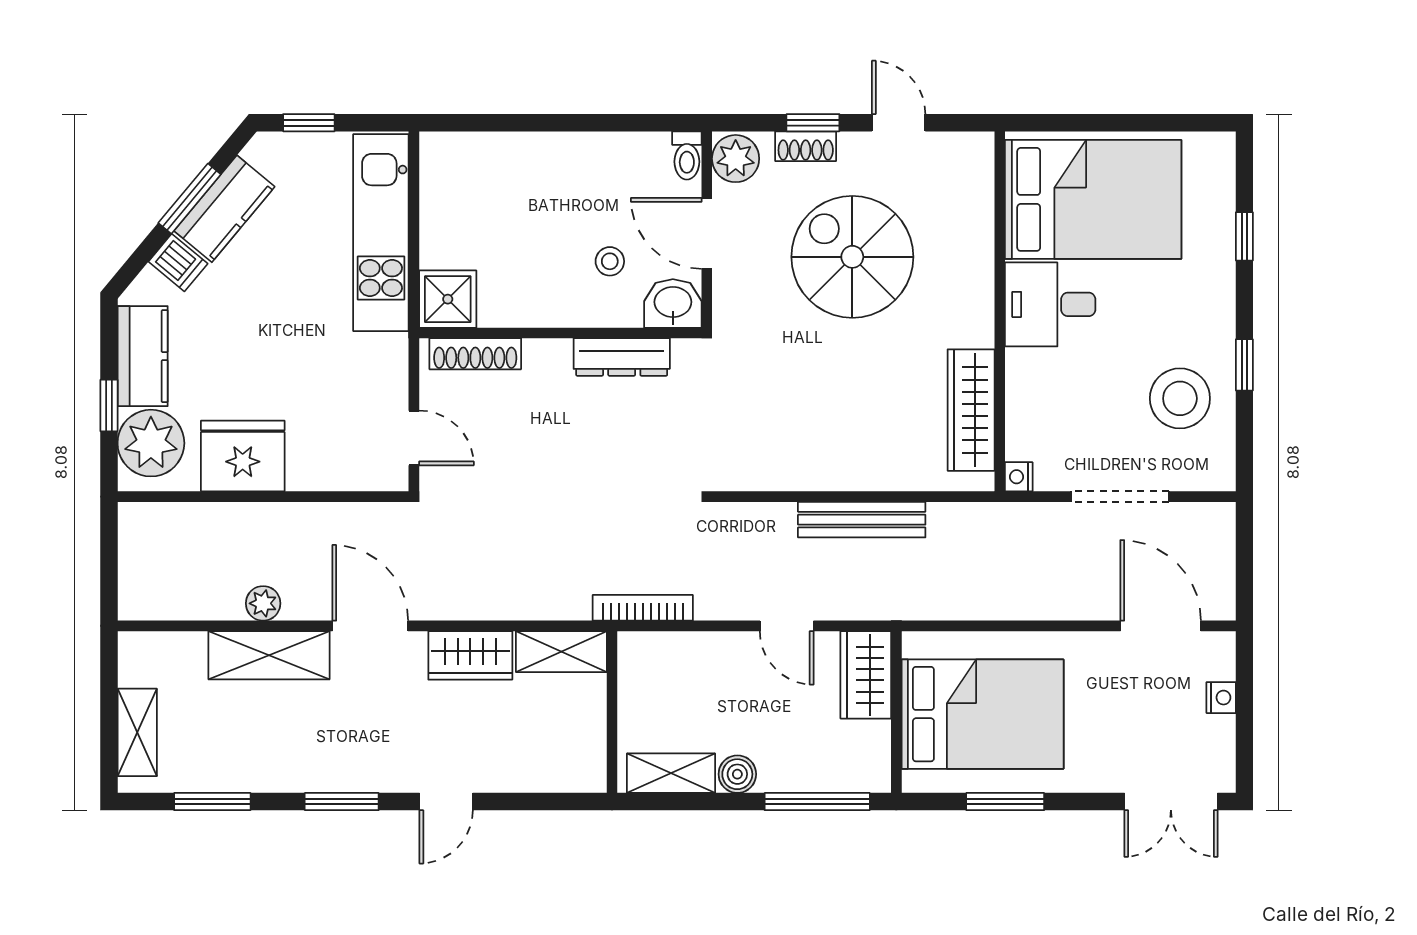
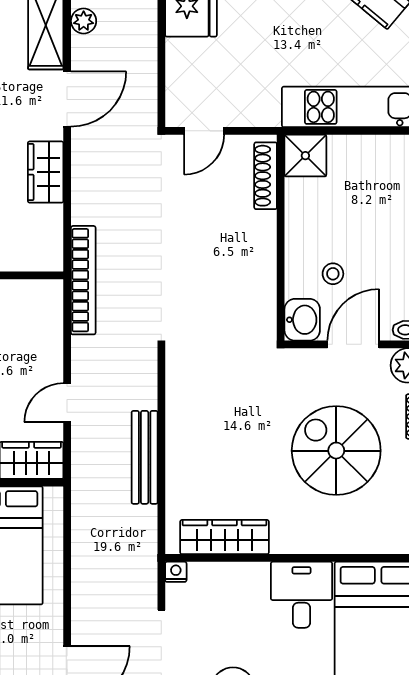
spiral stairs: (852, 257) -> (336, 451), turned -90
dresser: (622, 357) -> (263, 282), removed
bookcase: (643, 608) -> (83, 280), width x1.48, depth x1.31
shelving: (561, 652) -> (48, 238), removed

